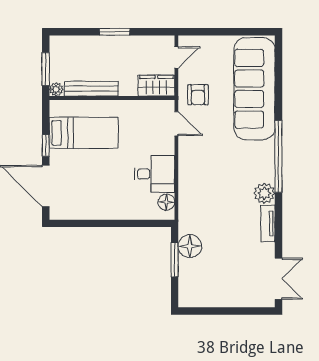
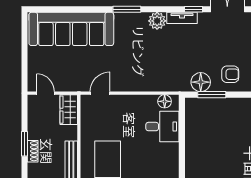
shoe rack: (106, 42) -> (33, 151), added
armchair: (198, 95) -> (230, 74), moved
window: (278, 156) -> (127, 9), width x0.47
desk: (154, 174) -> (162, 127), moved, turned 90
window: (278, 238) -> (194, 9), added

